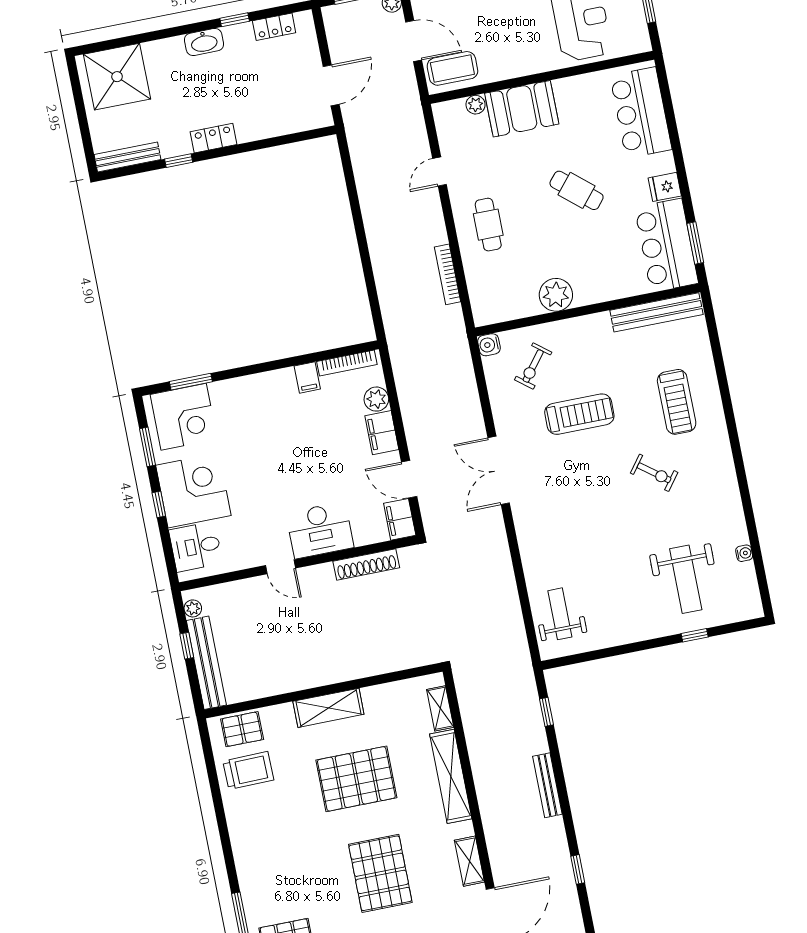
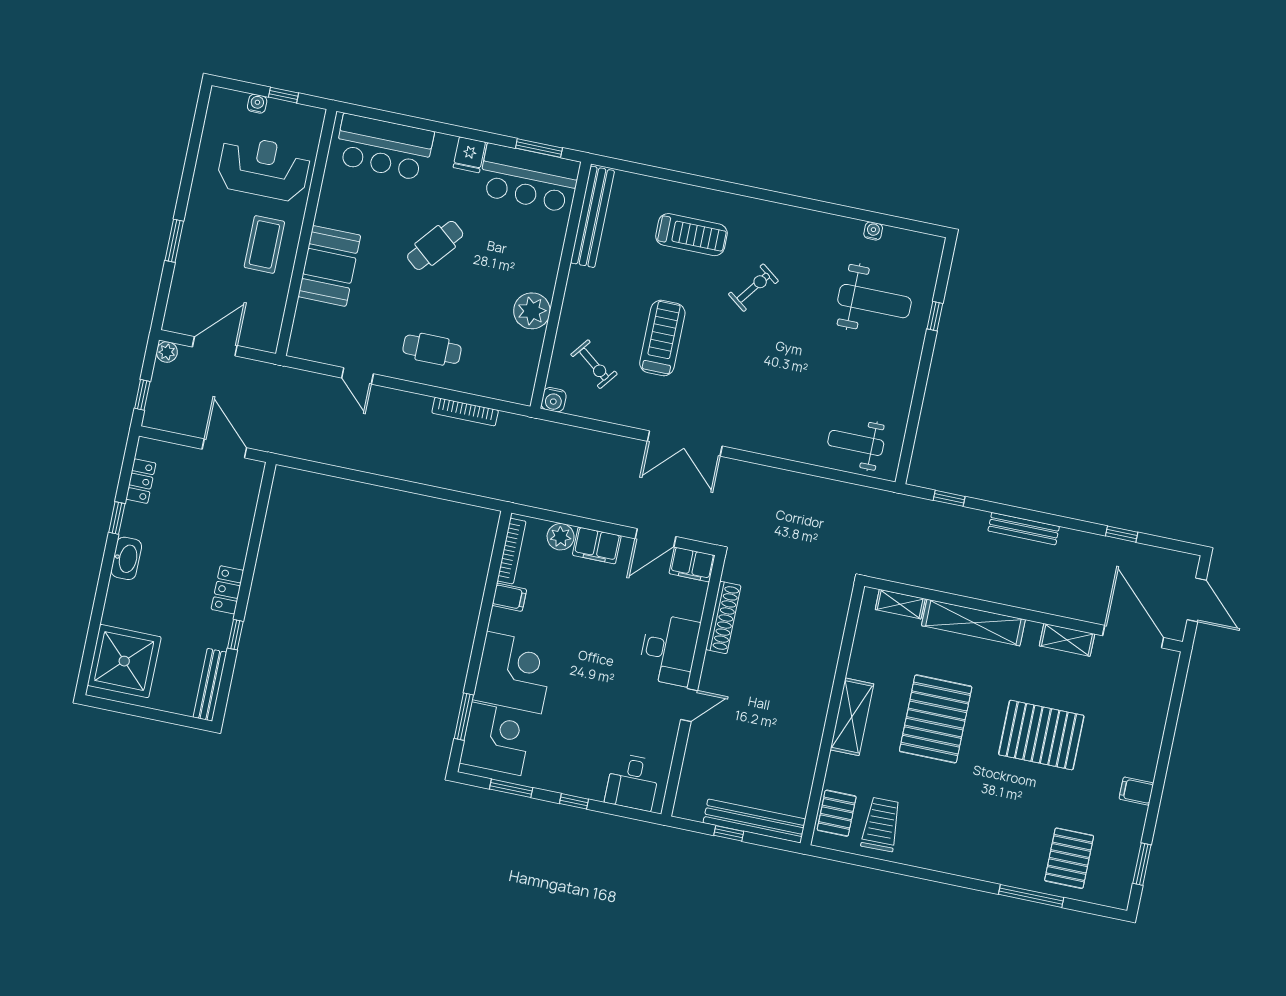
coffee table: (452, 68) -> (264, 244), moved
plant: (476, 105) -> (305, 311), removed
corner desk: (193, 490) -> (514, 672), moved, turned 90
plant: (193, 608) -> (694, 811), removed

